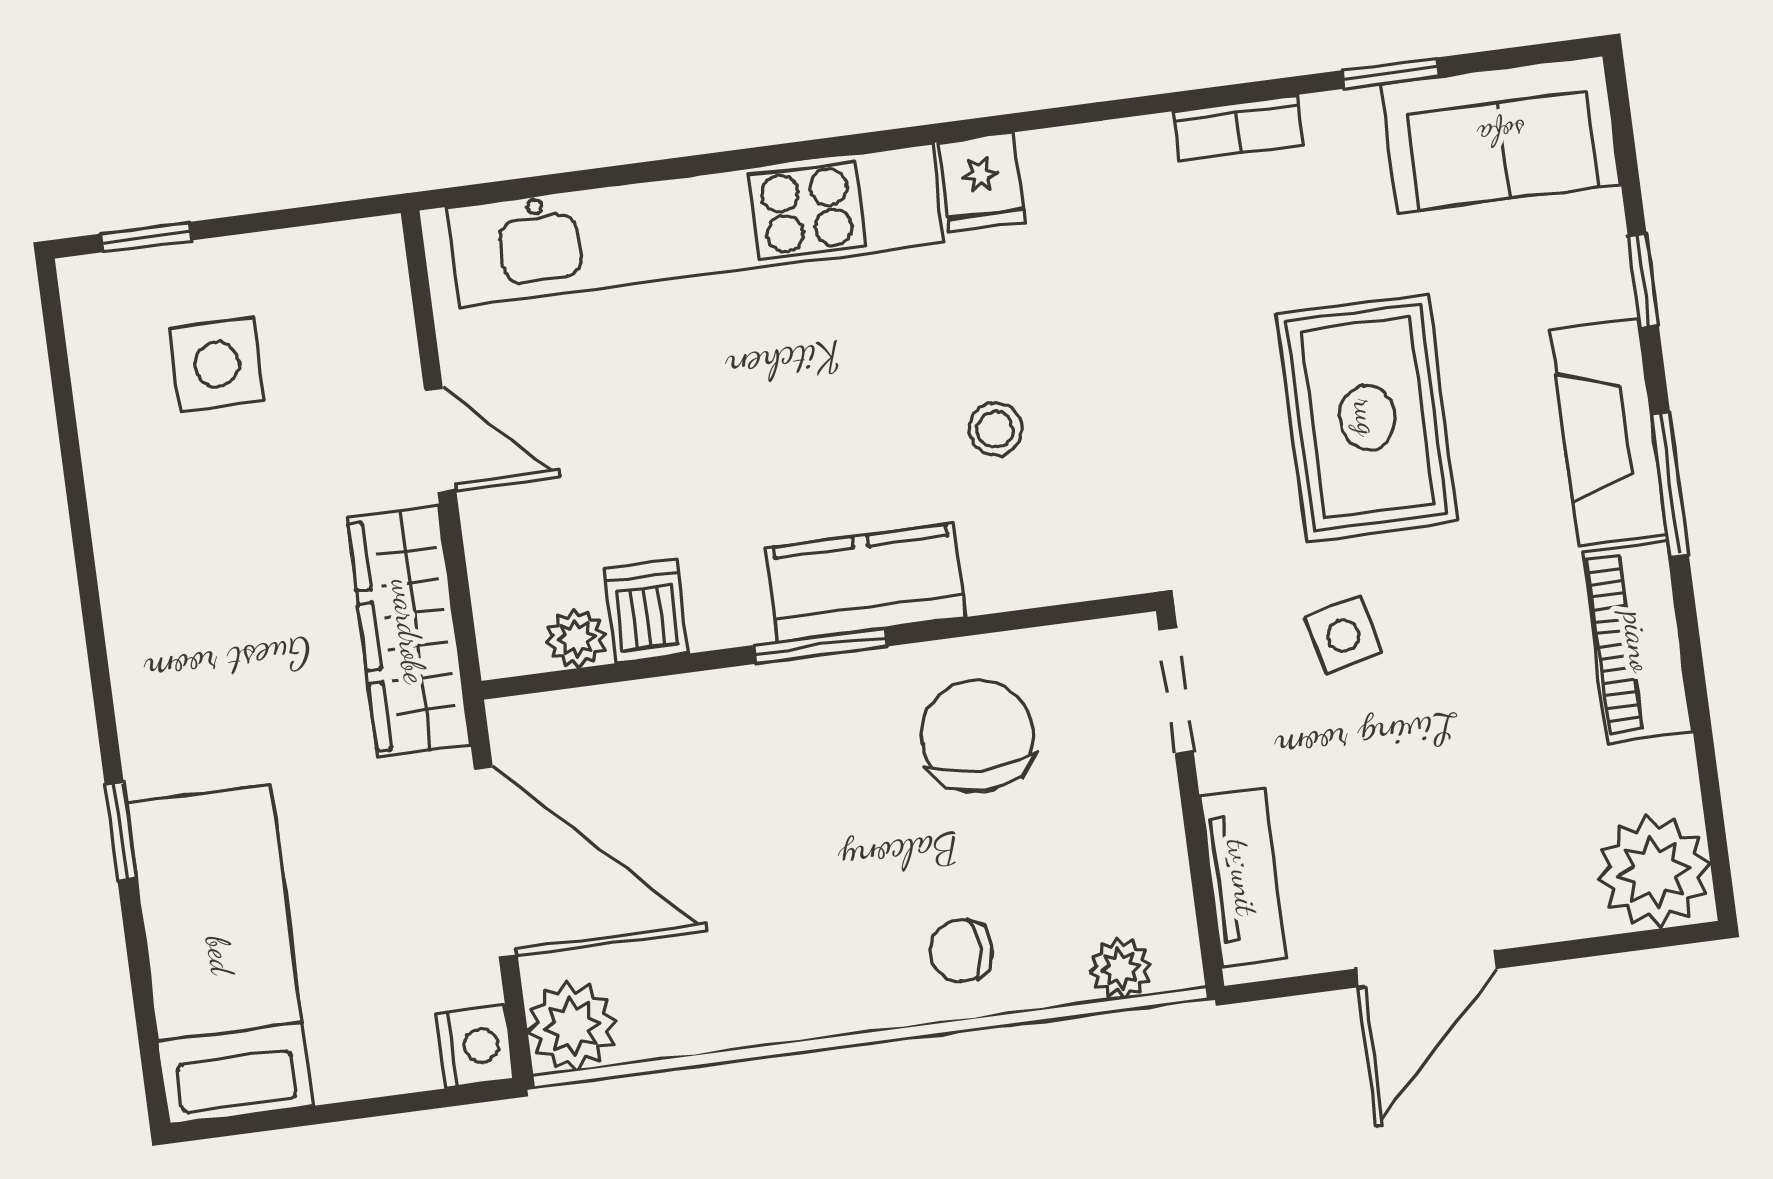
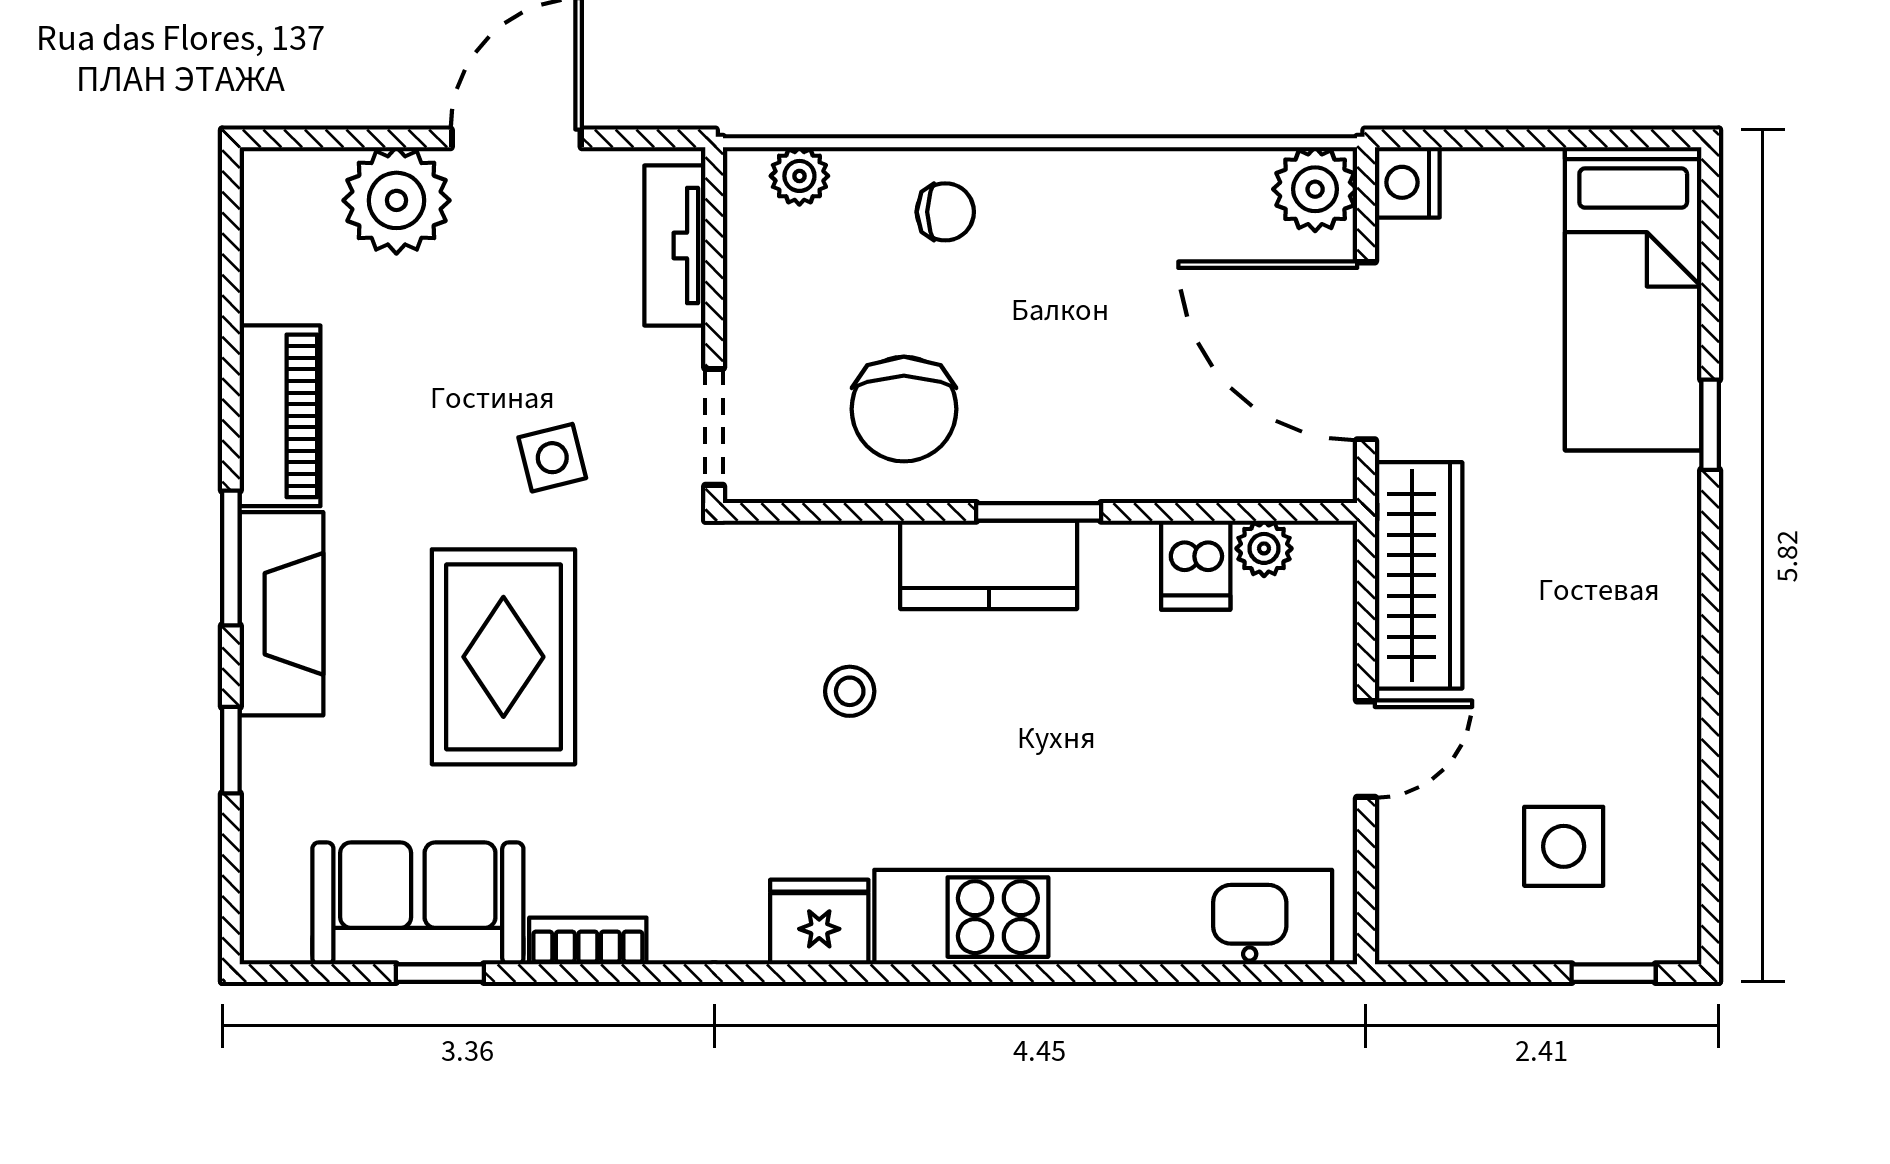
sofa: (1501, 134) -> (418, 903), moved
fridge: (981, 182) -> (819, 922), width x1.38
door: (440, 440) -> (1366, 749), swing flipped
plant: (1654, 872) -> (396, 200), moved

